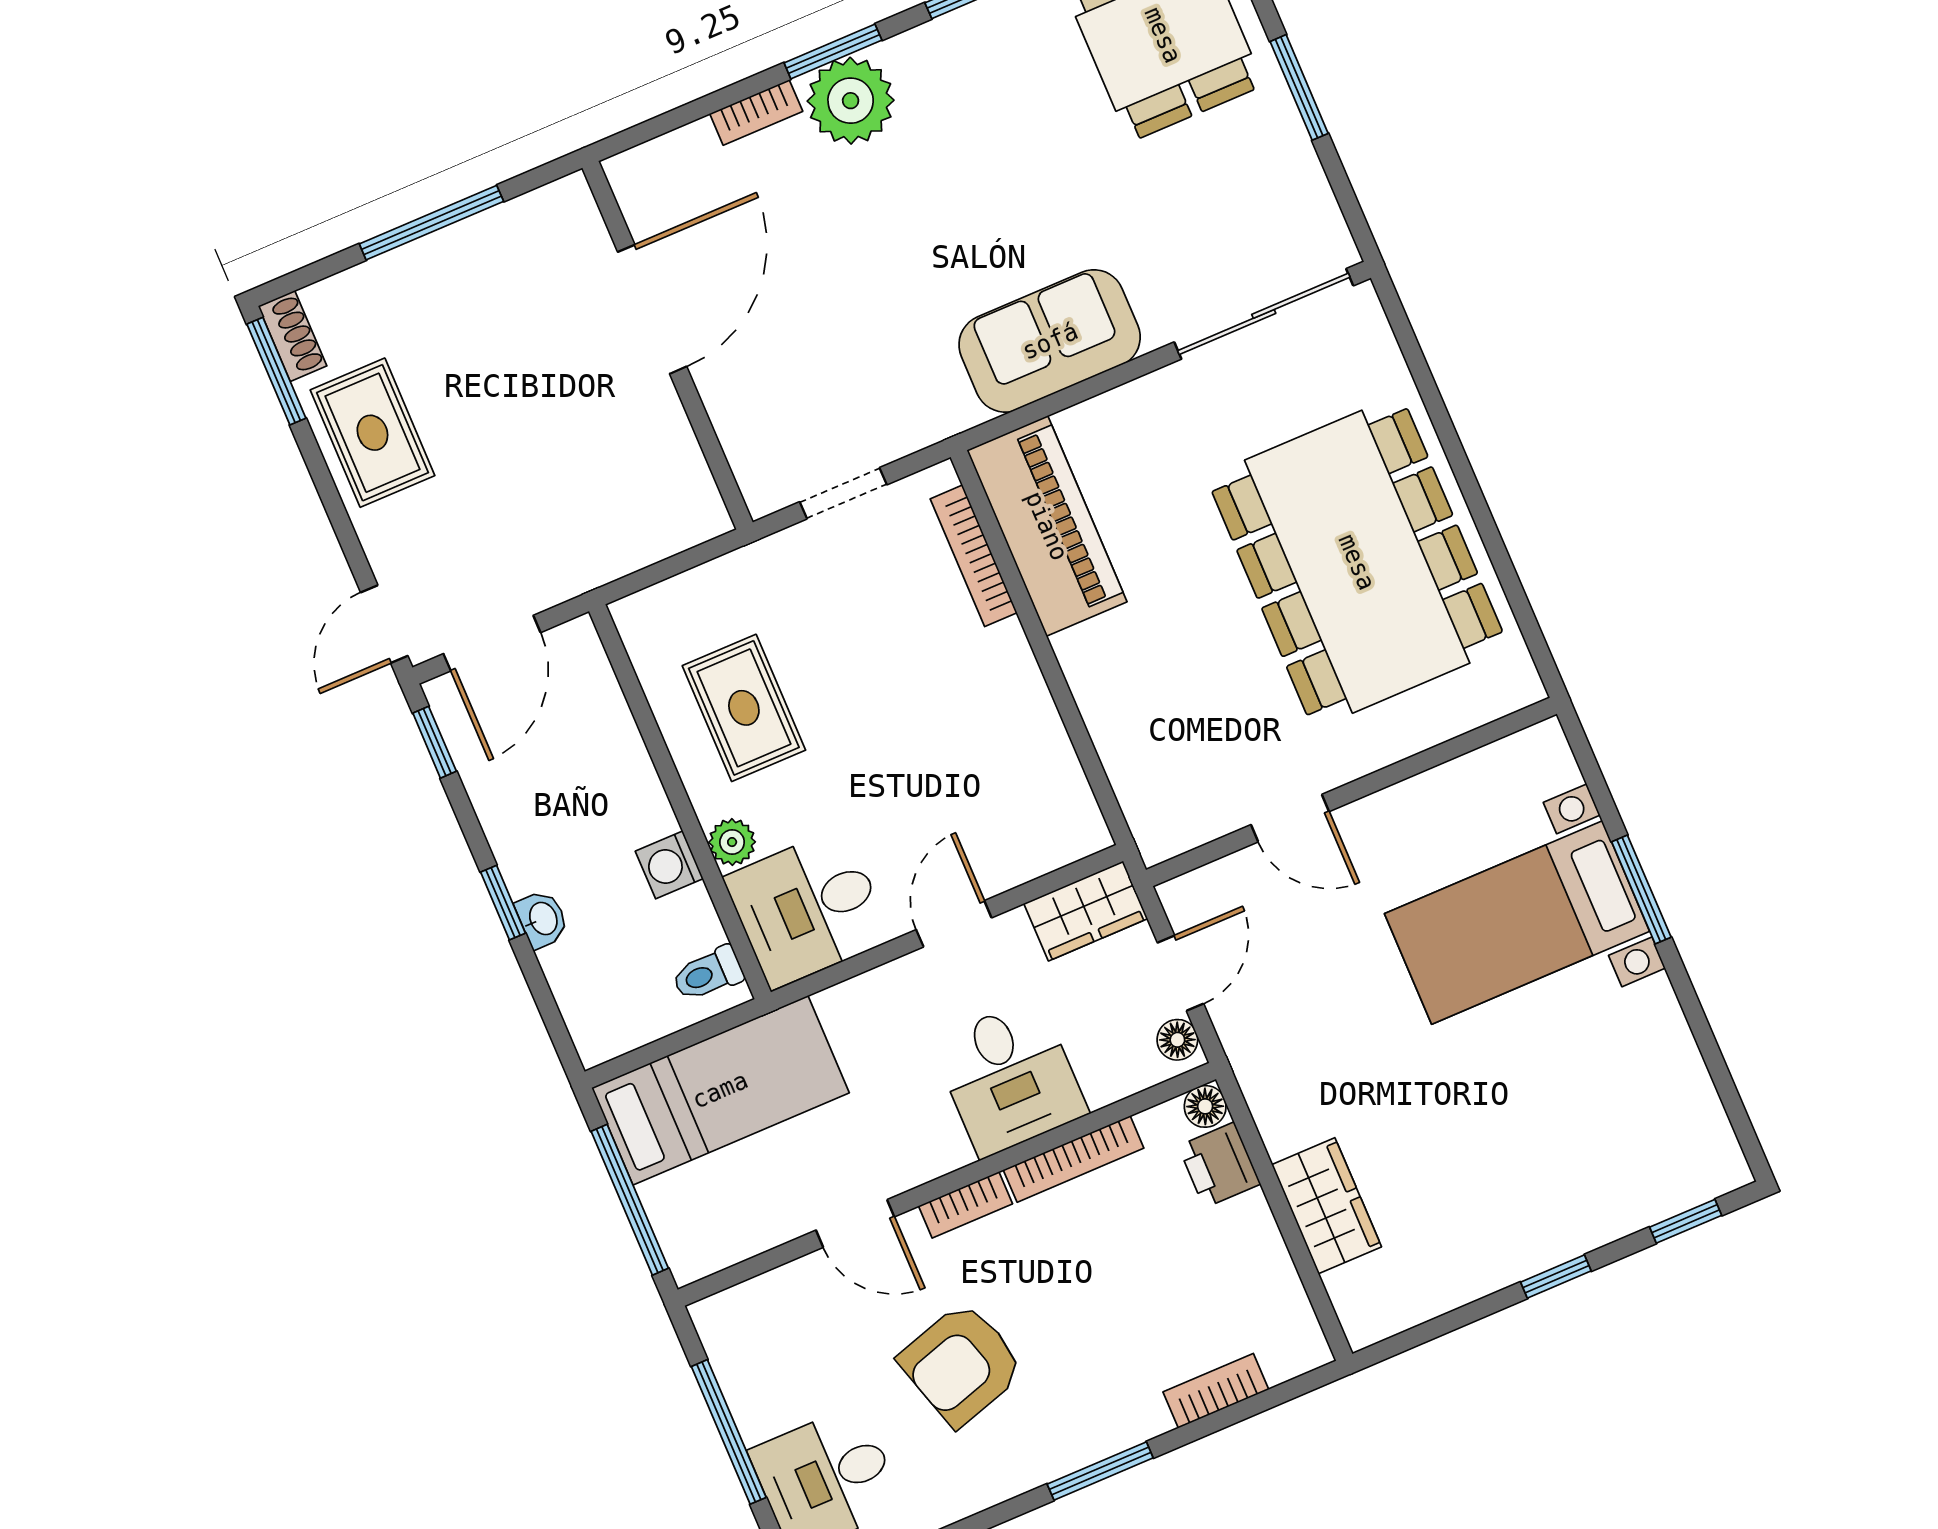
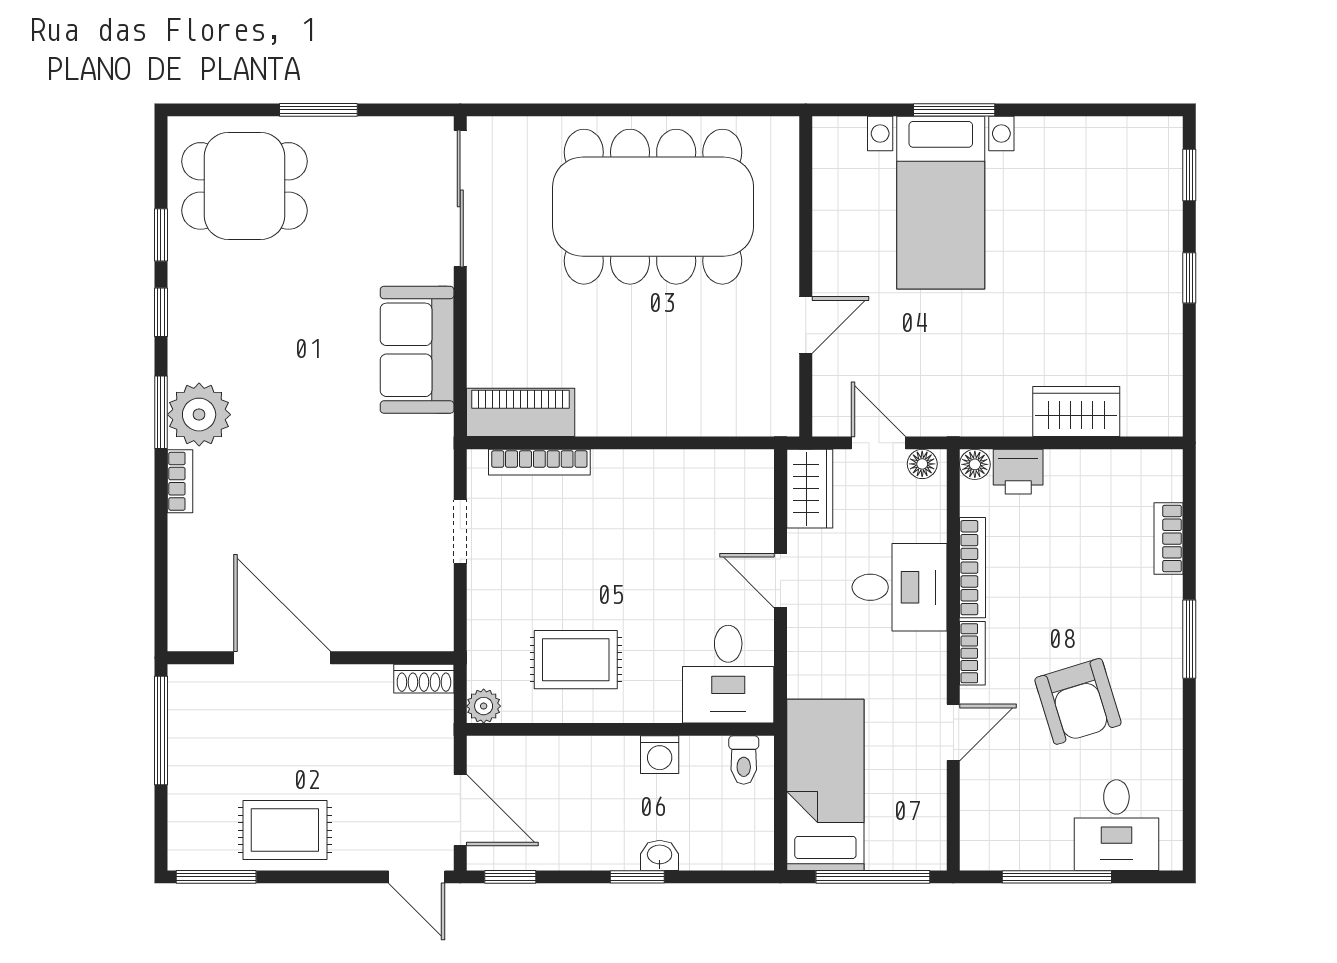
door: (652, 309) -> (282, 658), moved
shoe rack: (292, 336) -> (424, 679), moved, turned 180
wall: (667, 345) -> (311, 658), moved
piano: (1047, 526) -> (521, 412), width x0.73, depth x0.75
plant: (732, 842) -> (484, 706), moved

